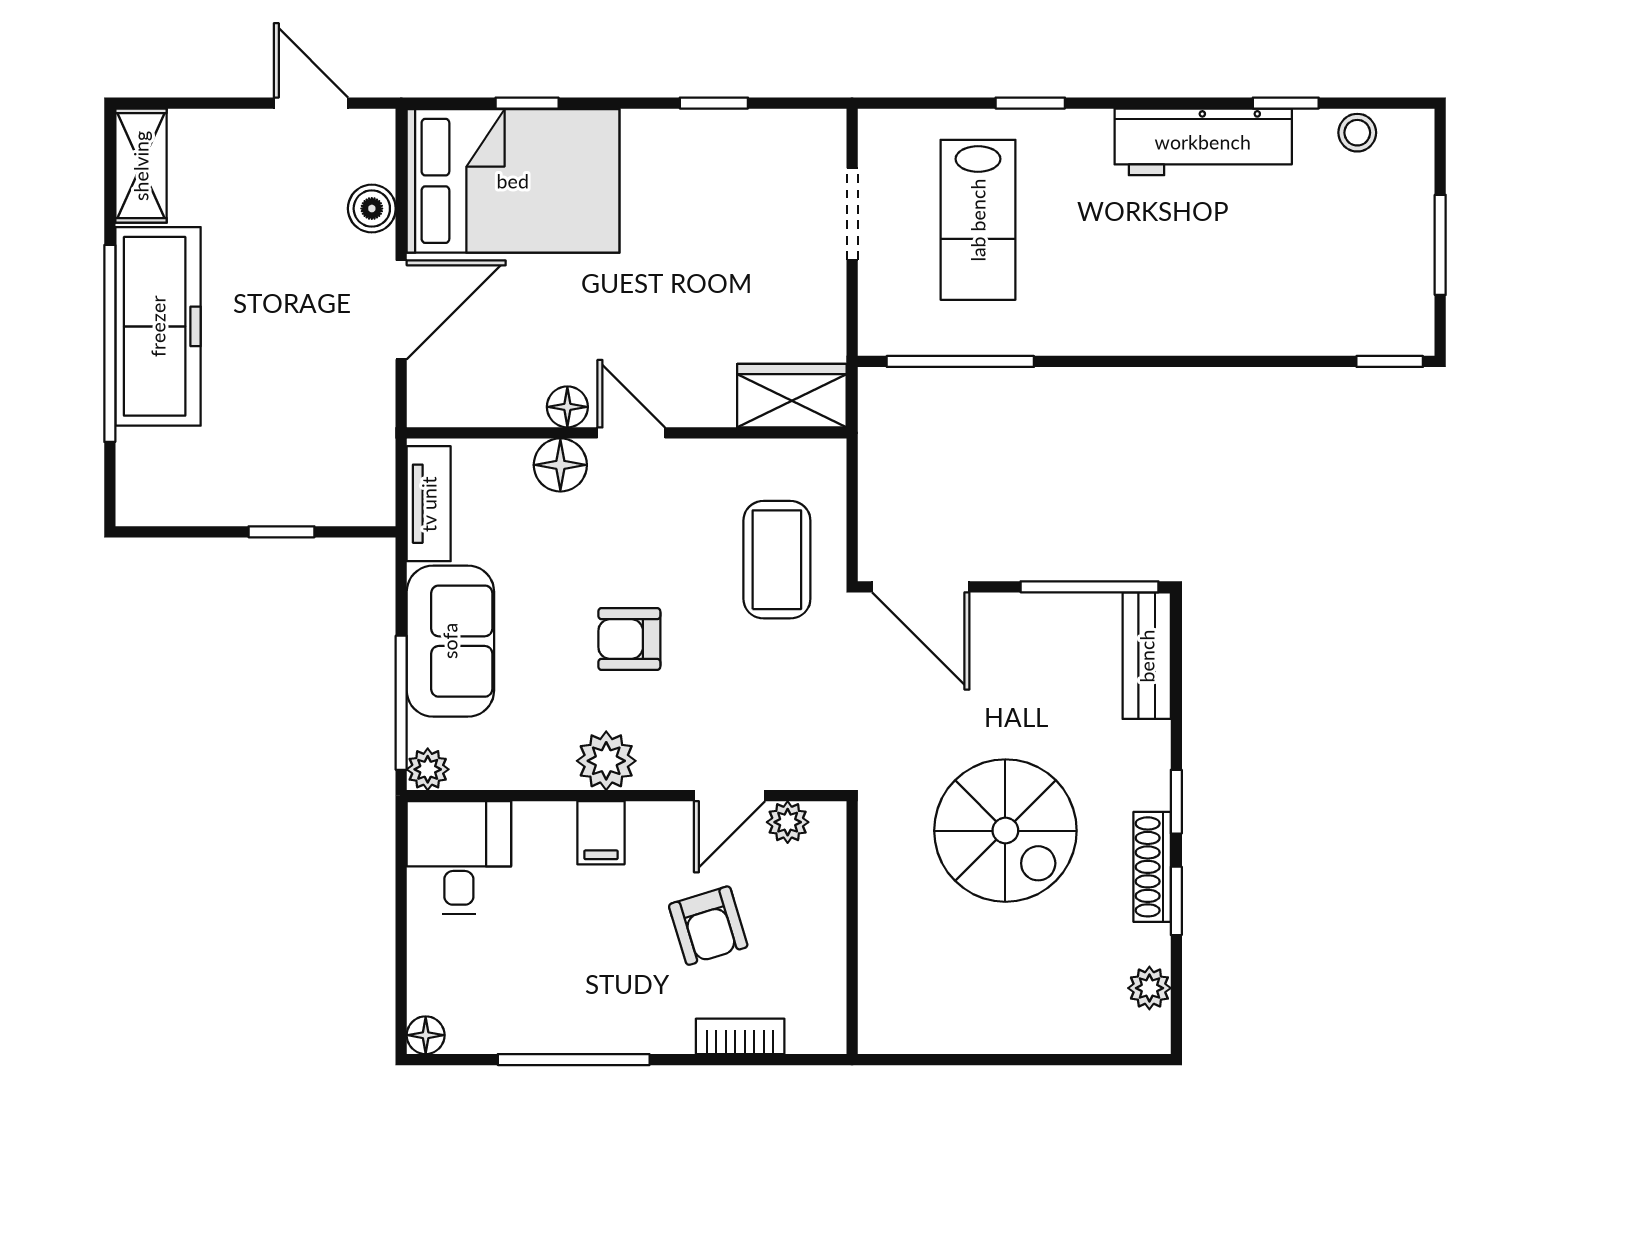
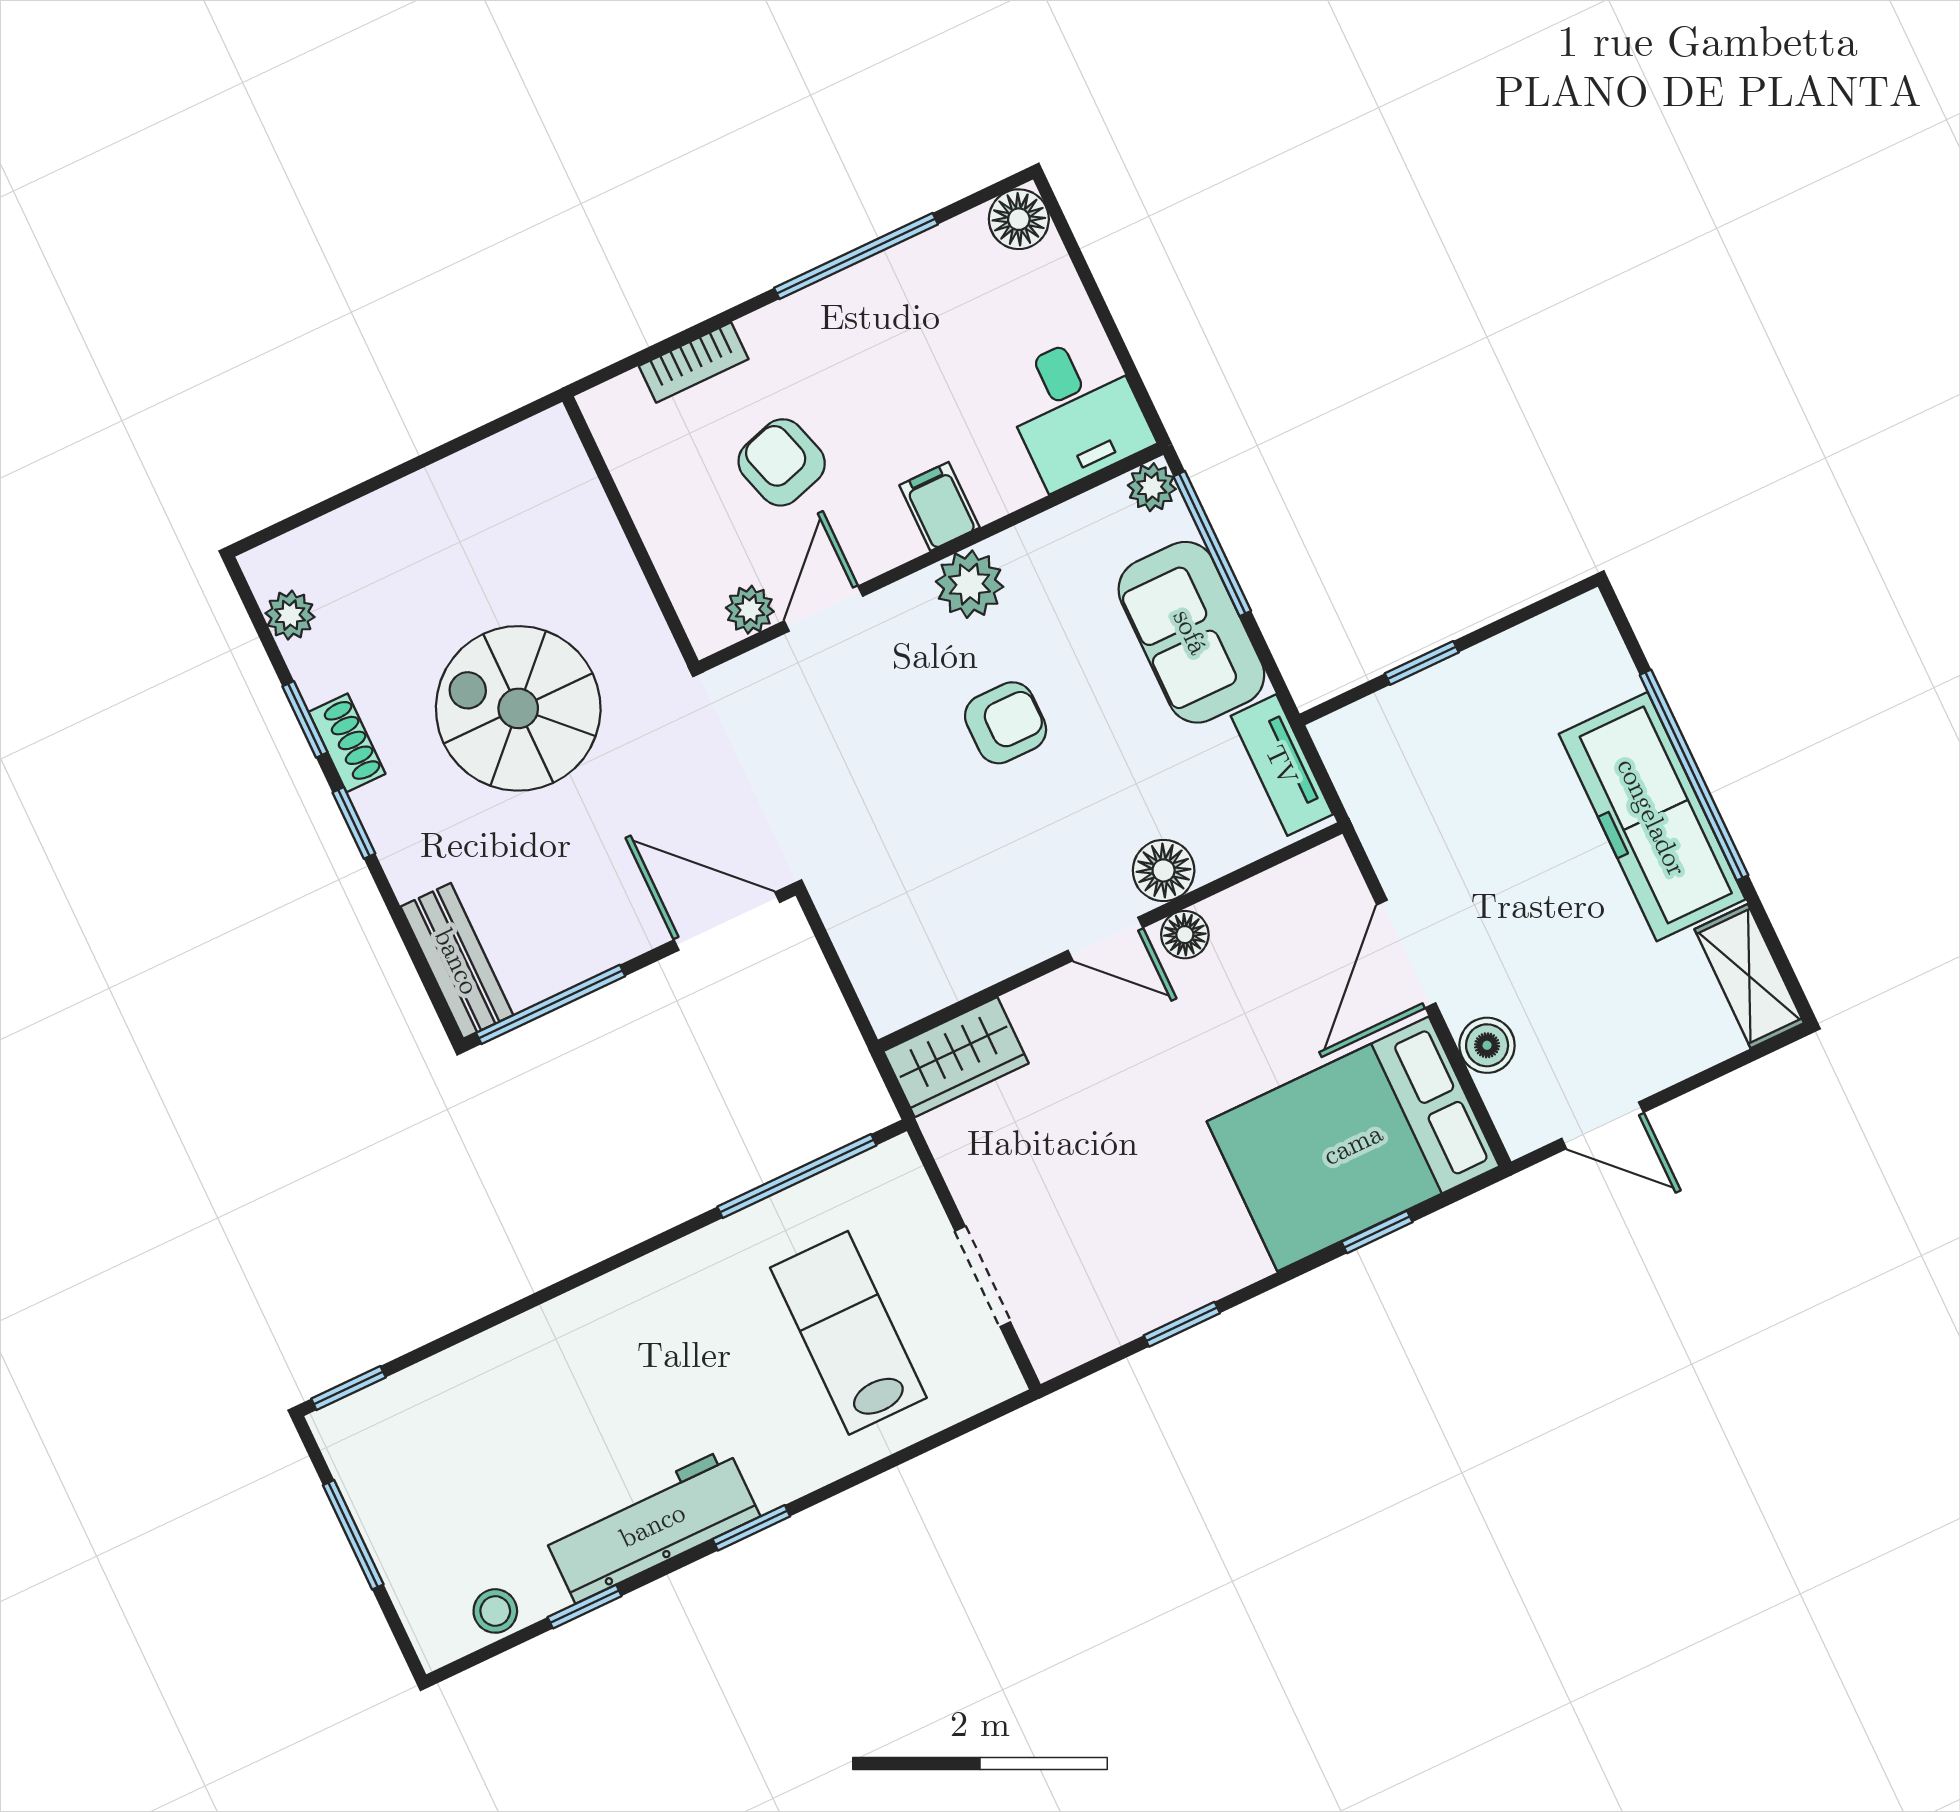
window: (1030, 103) -> (751, 1528), moved
coffee table: (777, 560) -> (891, 878), removed
shoe rack: (1152, 867) -> (347, 743), width x0.70
floor lamp: (426, 1035) -> (1019, 219), width x1.37, depth x1.37

